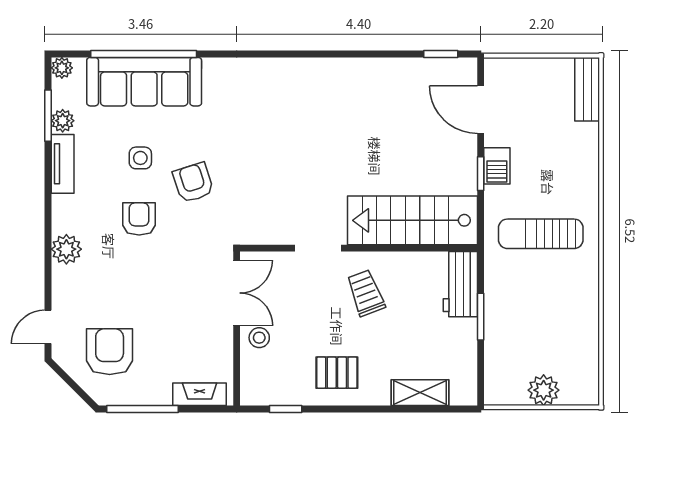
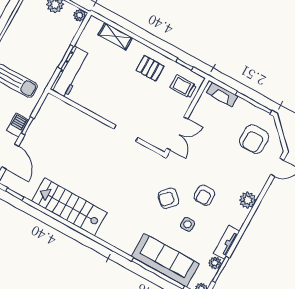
armchair: (193, 183) -> (169, 198), turned 62
stairs: (412, 220) -> (69, 207), moved, turned 180
workbench: (460, 284) -> (70, 72), width x1.38
double door: (237, 293) -> (177, 133), swing flipped
trolley: (366, 293) -> (183, 86), moved, turned 111
stool: (259, 338) -> (178, 106), removed
plant: (495, 395) -> (80, 15), added

